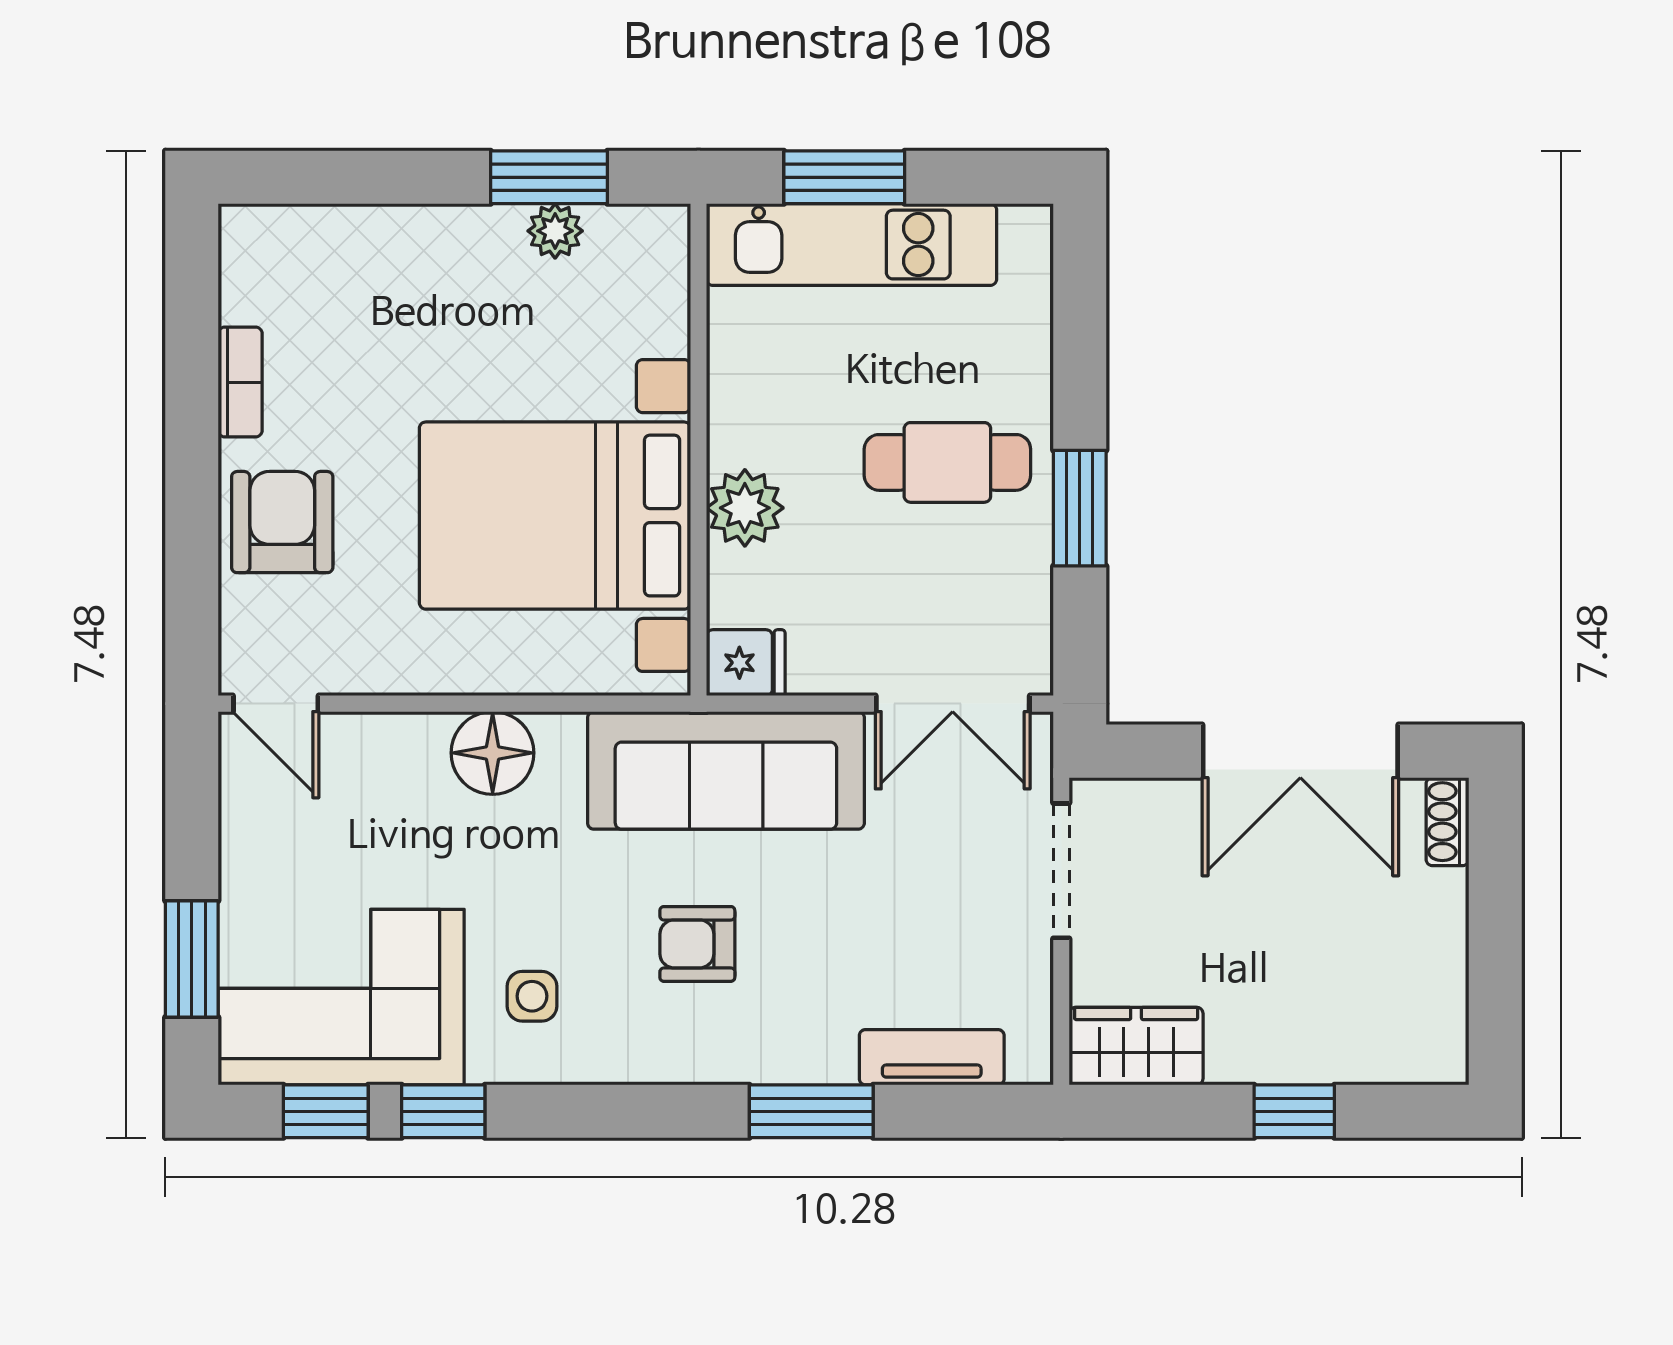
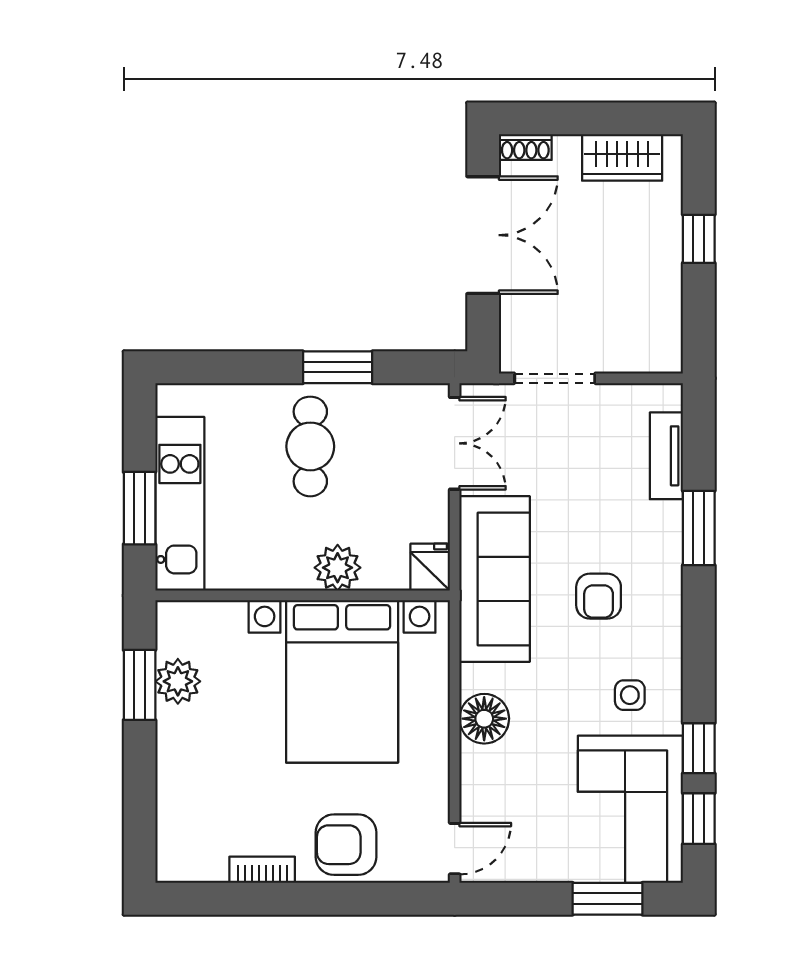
plant: (555, 231) -> (178, 681), width x1.38, depth x1.38
wardrobe: (1136, 1046) -> (622, 157), moved, turned -90

